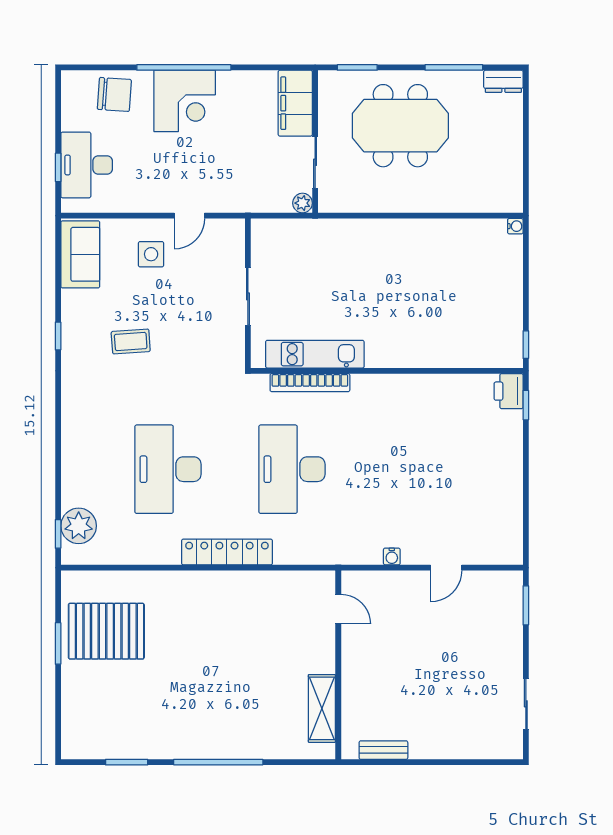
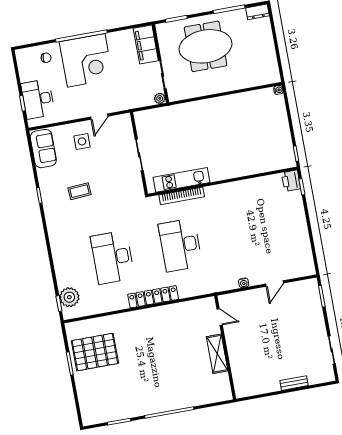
chair: (114, 94) -> (46, 58), width x0.54, depth x0.54
corner desk: (185, 101) -> (86, 60), width x1.36, depth x1.36
shelving: (322, 708) -> (217, 354), moved
bench: (383, 750) -> (294, 383), moved

